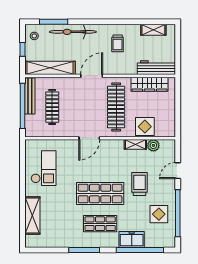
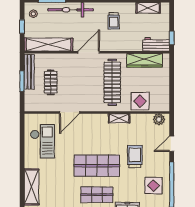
window: (178, 61) -> (172, 38), added
workbench: (156, 68) -> (156, 44), width x0.73
window: (22, 106) -> (22, 81), width x0.47
clothes rail: (52, 107) -> (51, 82), width x0.73
door: (89, 138) -> (70, 112), moved
shelving: (135, 144) -> (119, 118), moved
plant: (153, 145) -> (159, 119), moved

